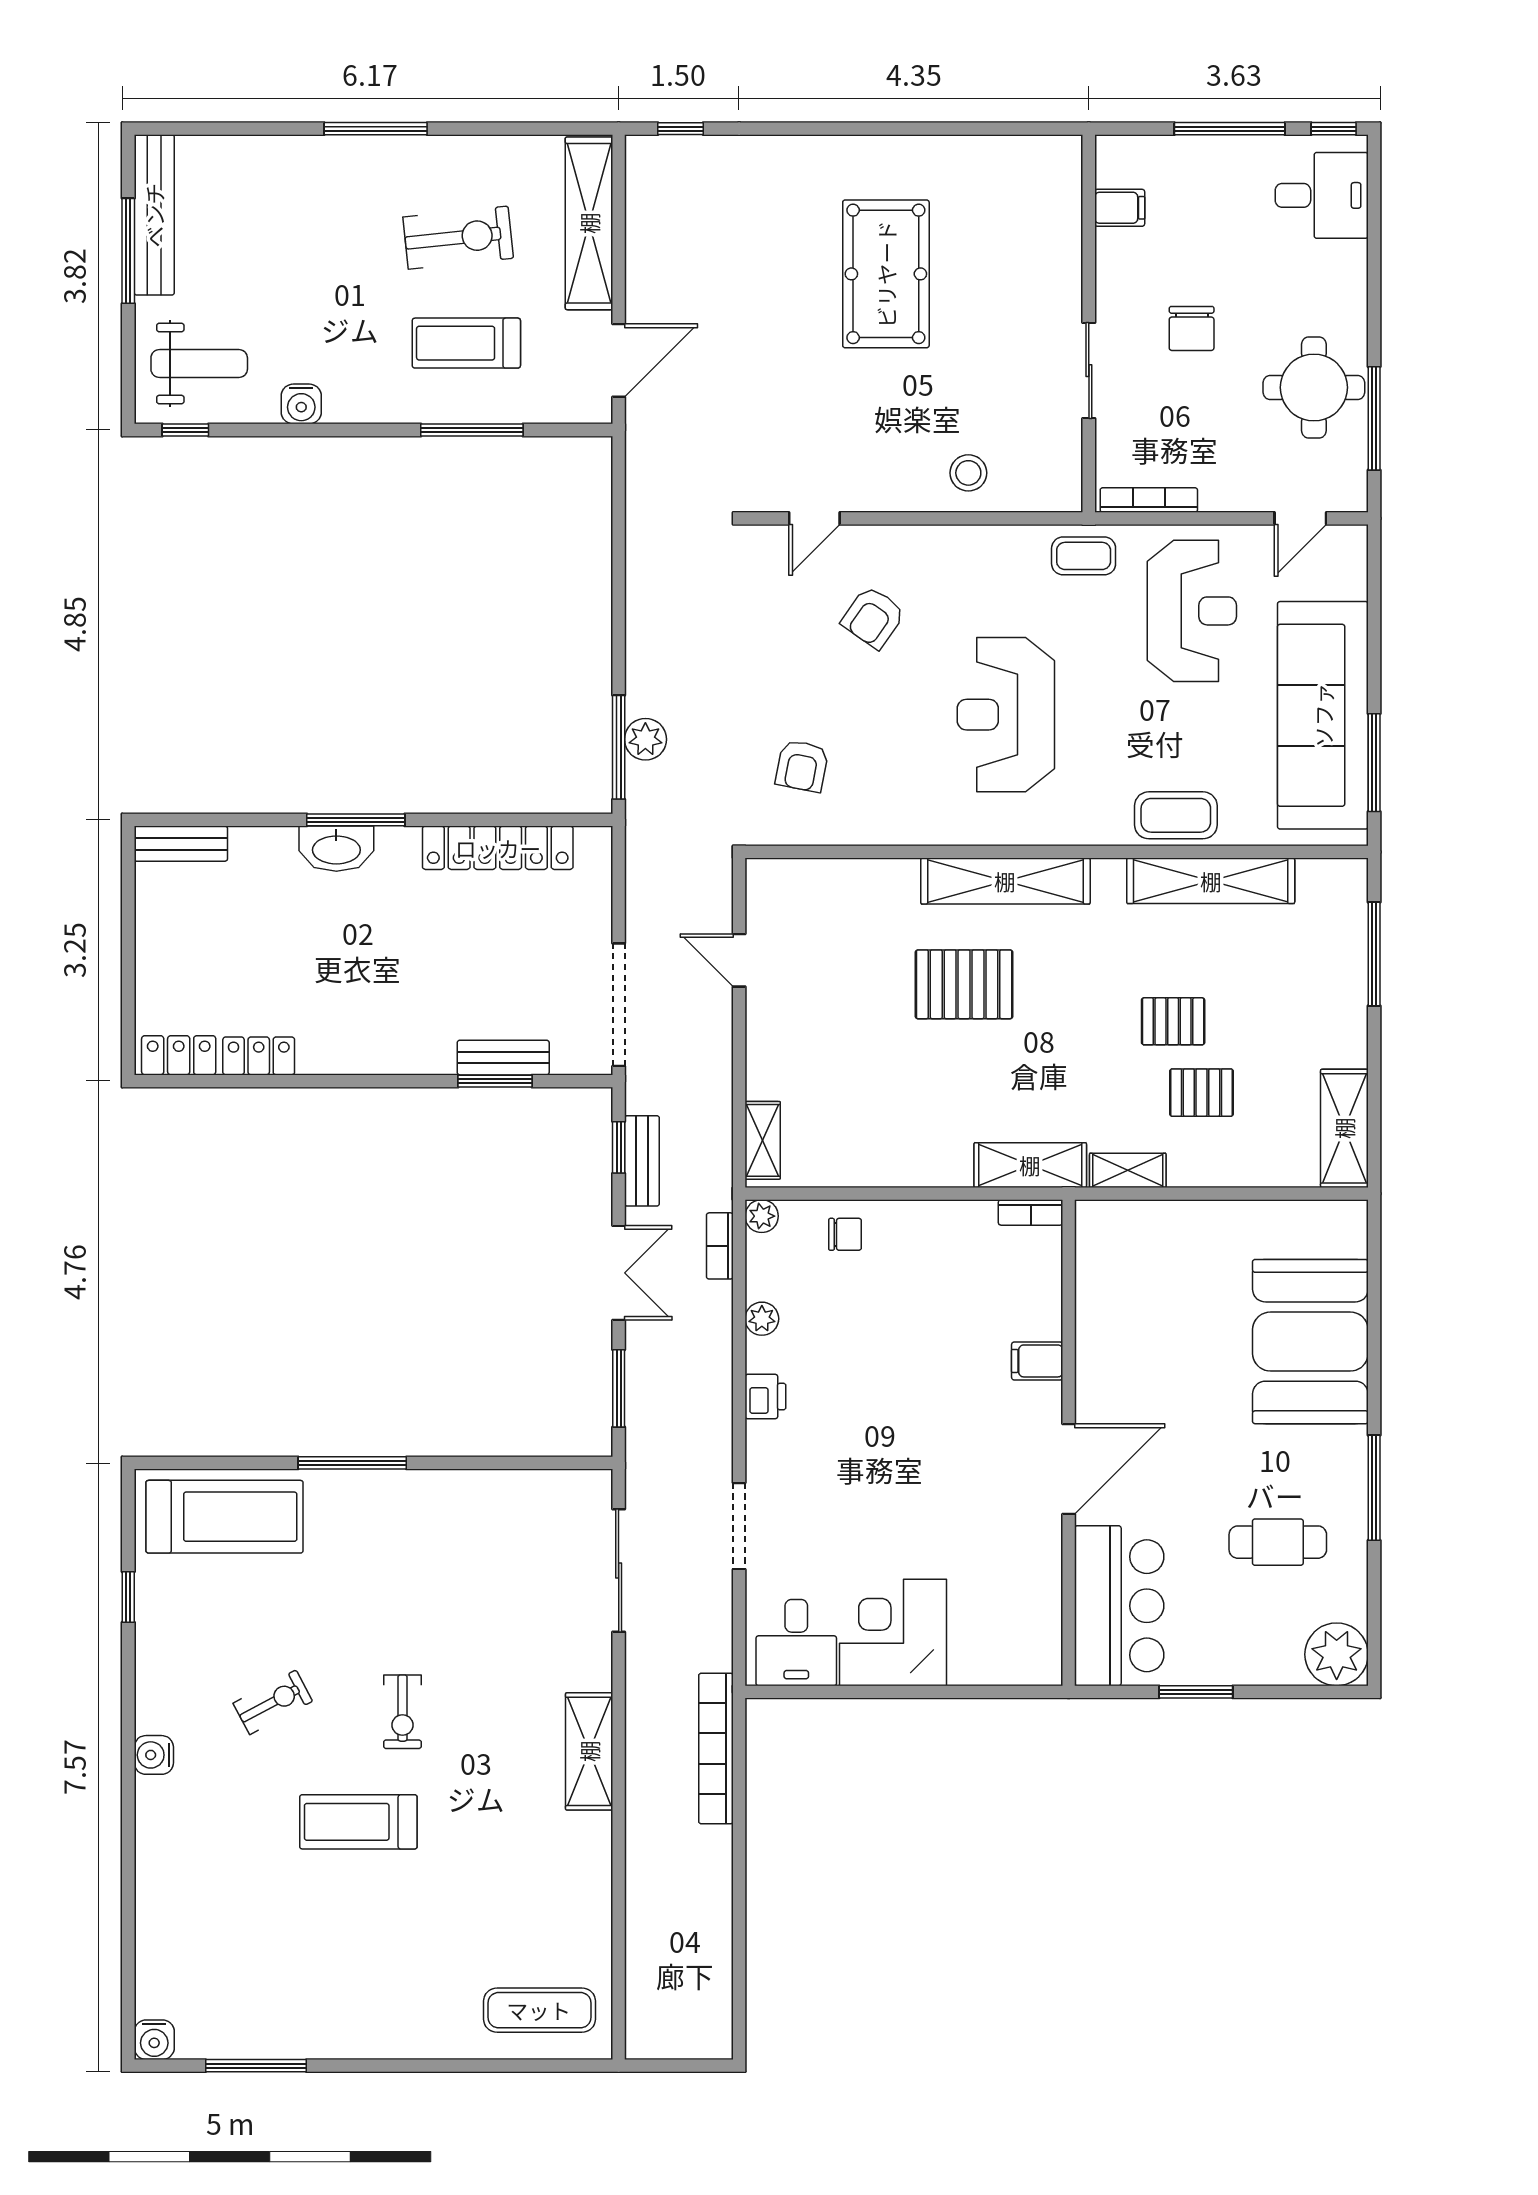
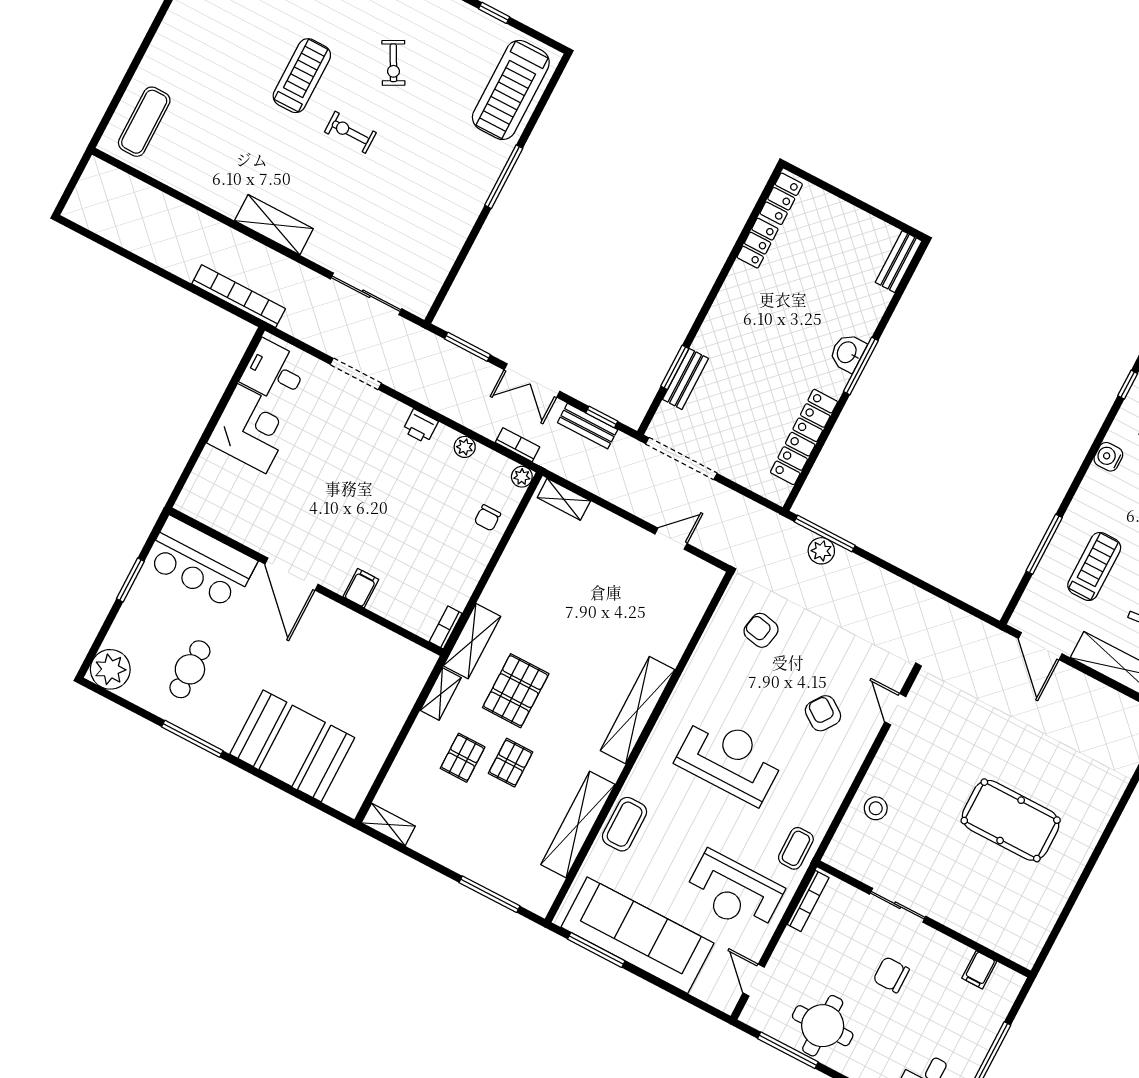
washbasin: (336, 849) -> (847, 353), width x0.72
pallet: (964, 984) -> (516, 691), moved
shelving: (1344, 1128) -> (388, 824), width x0.67, depth x0.75

